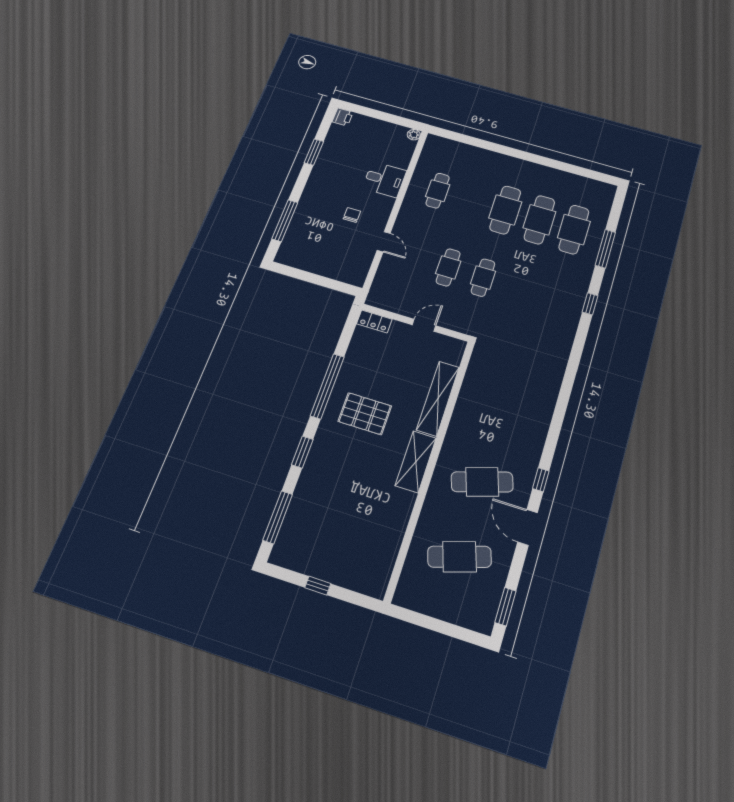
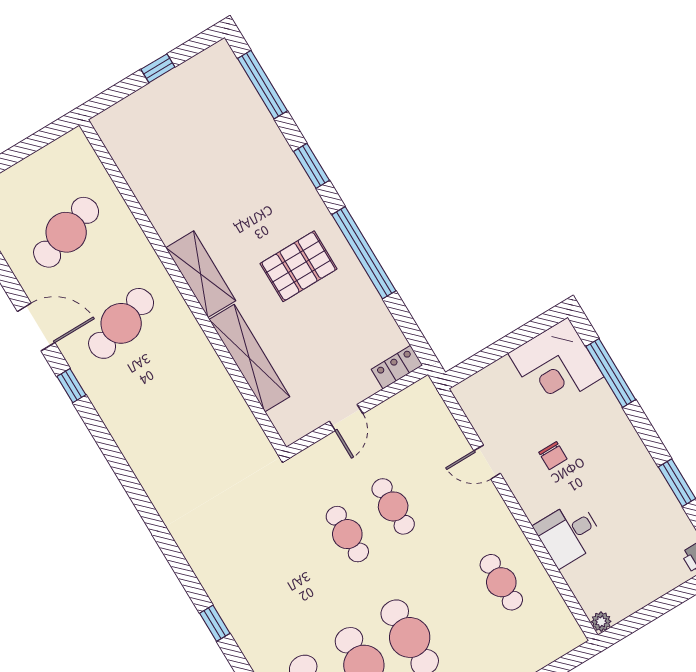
corner desk: (304, 248) -> (556, 365), added

